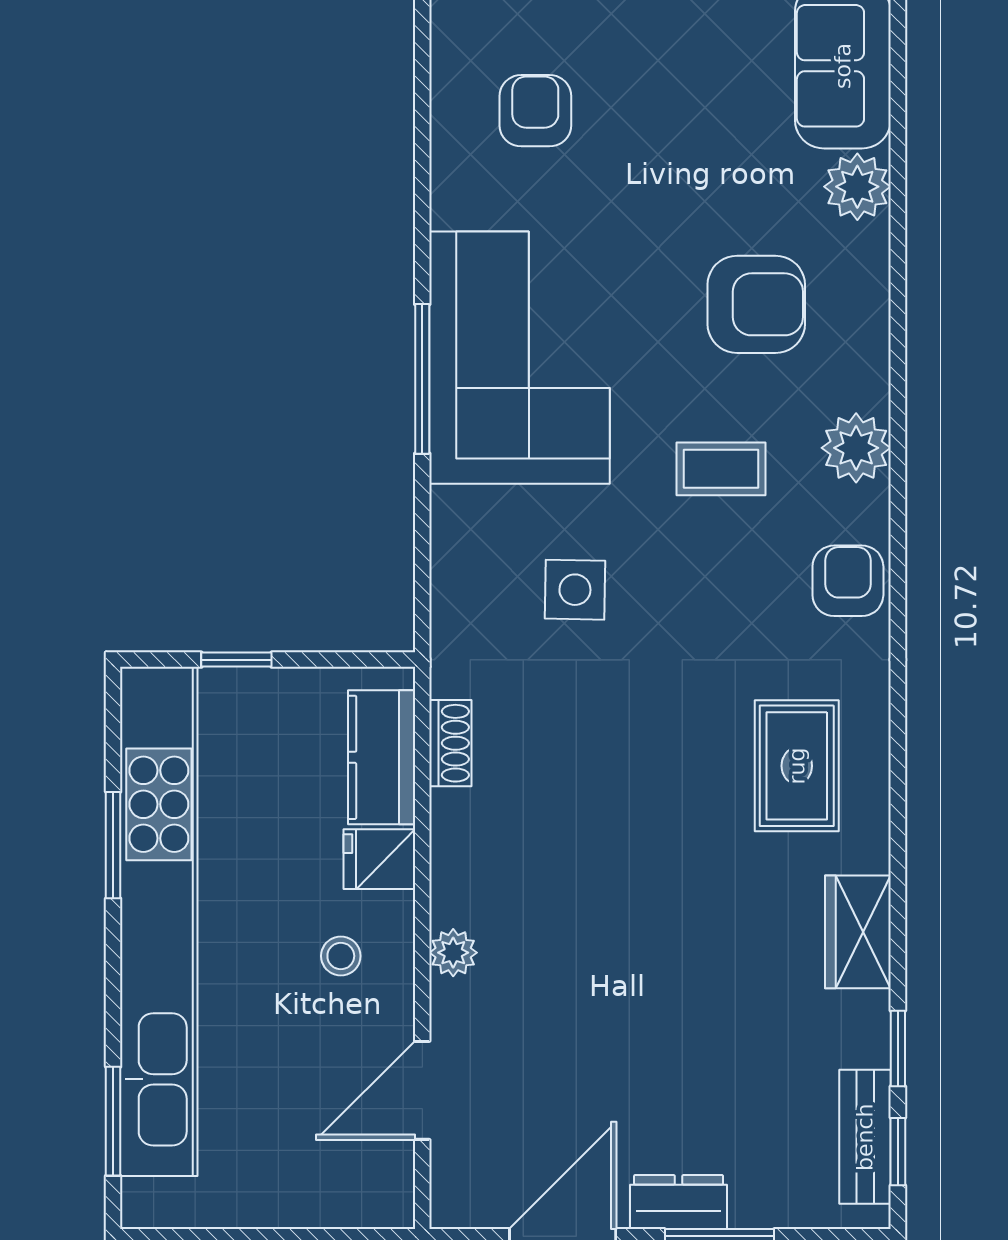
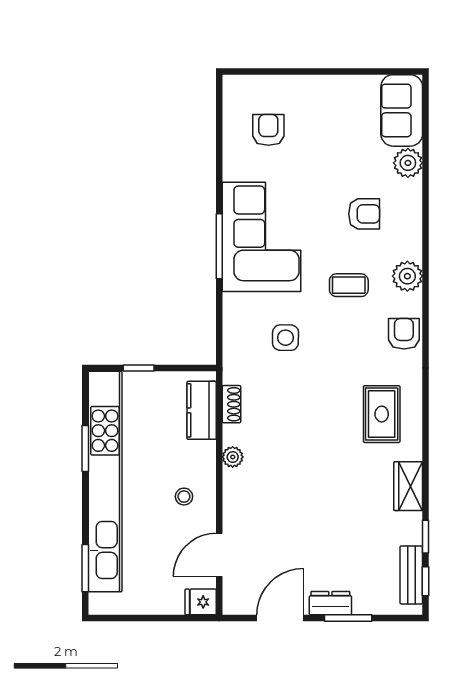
armchair: (756, 304) -> (364, 214), width x0.72, depth x0.72
fridge: (379, 859) -> (201, 602), moved
plant: (453, 953) -> (233, 457), moved

